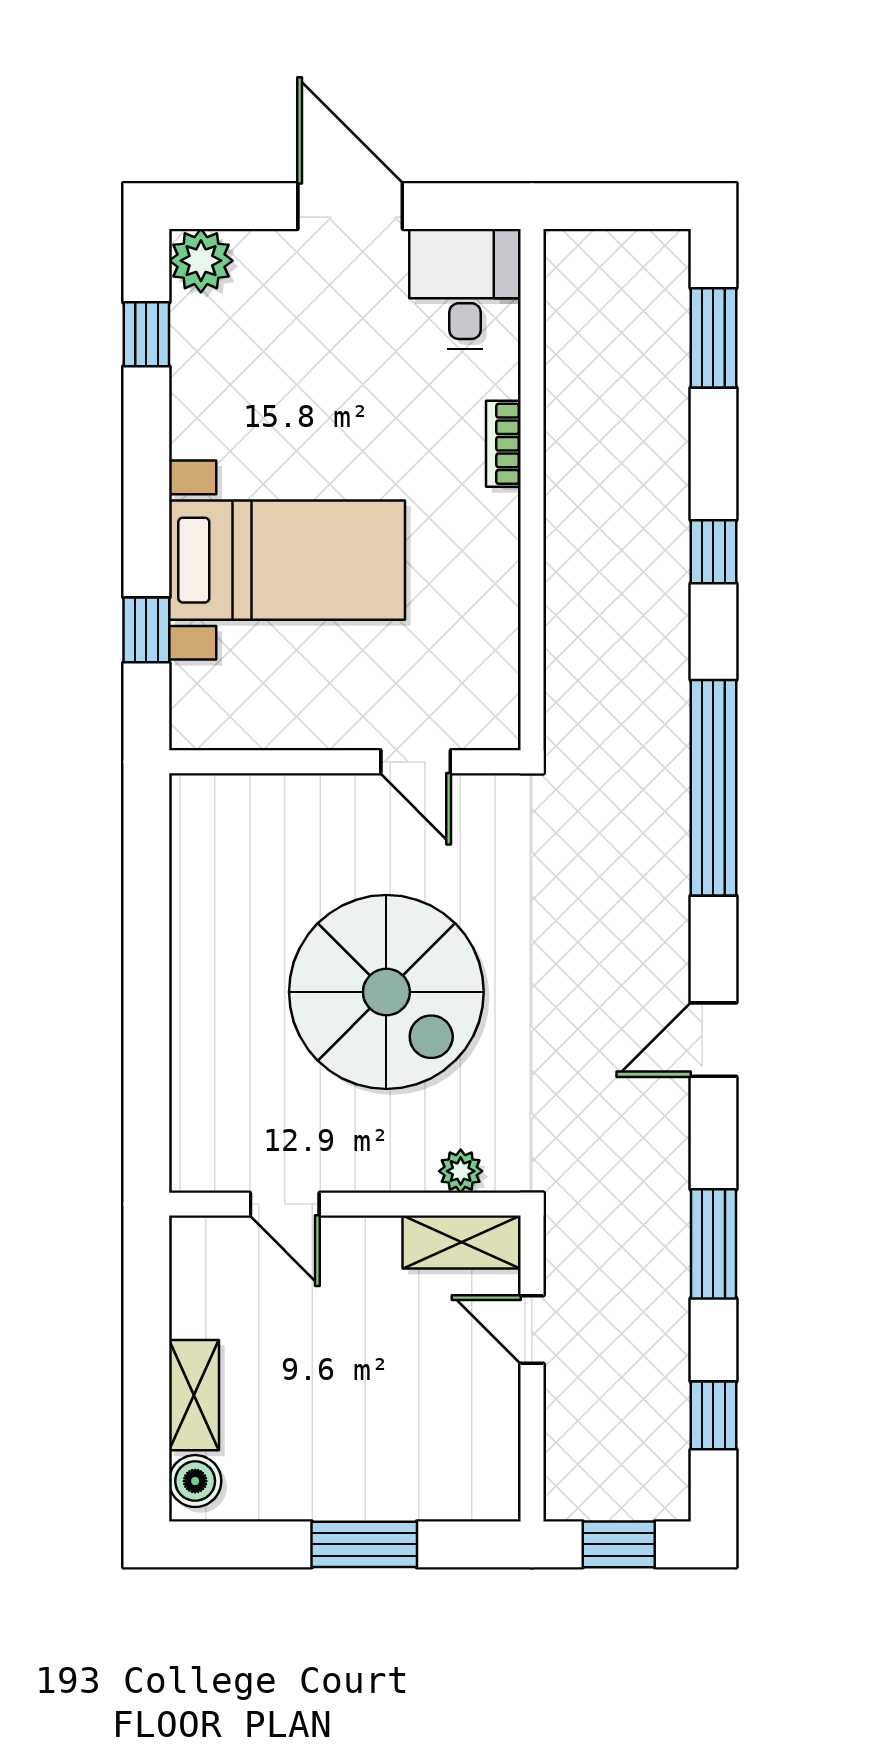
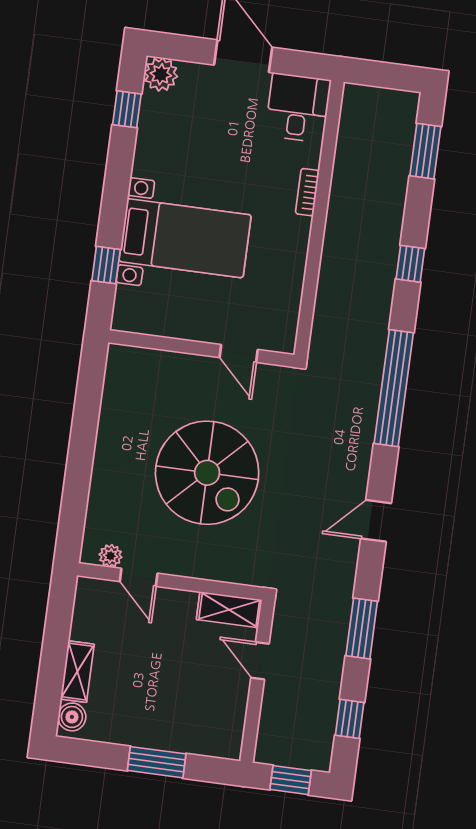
plant: (461, 1171) -> (110, 556), moved

